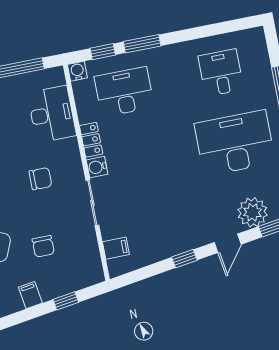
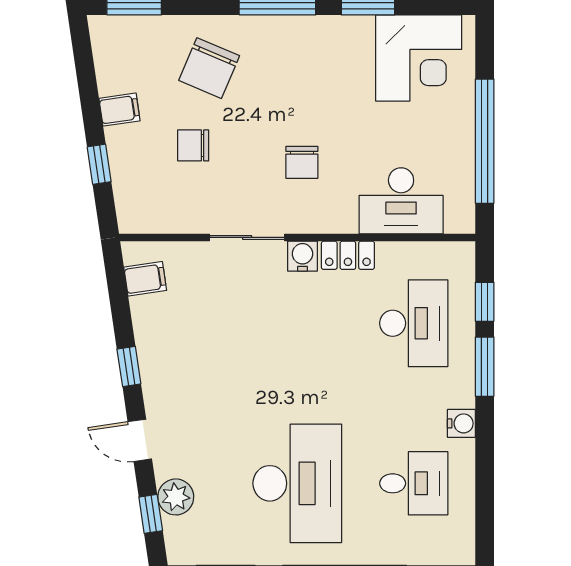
water cooler: (77, 71) -> (461, 423), moved
plant: (253, 212) -> (176, 497), width x0.73, depth x0.73
filing cabinet: (116, 248) -> (145, 279), moved, turned -98

